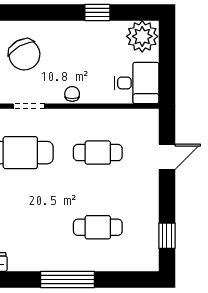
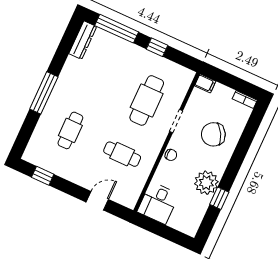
plant: (142, 36) -> (206, 183), moved
cafe table: (98, 153) -> (122, 154), turned 90
door: (167, 157) -> (97, 201), swing flipped

